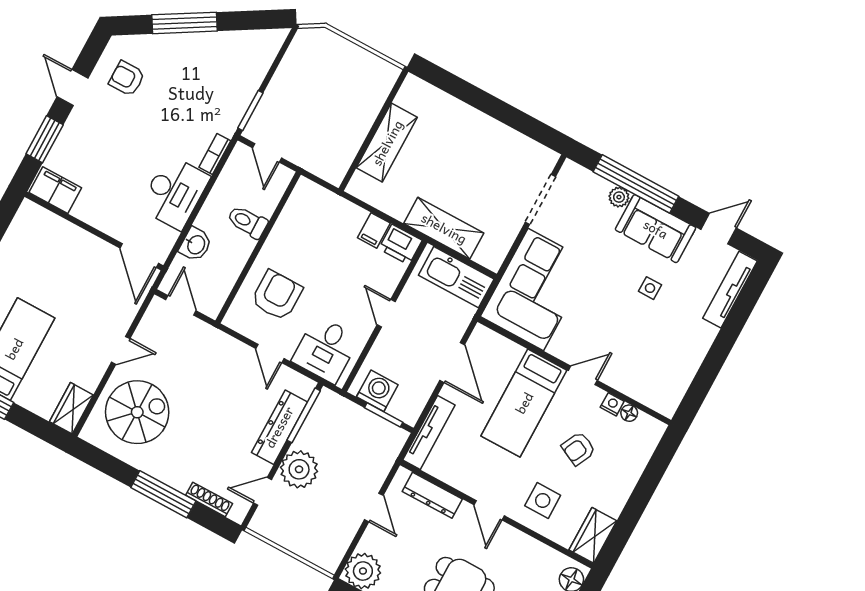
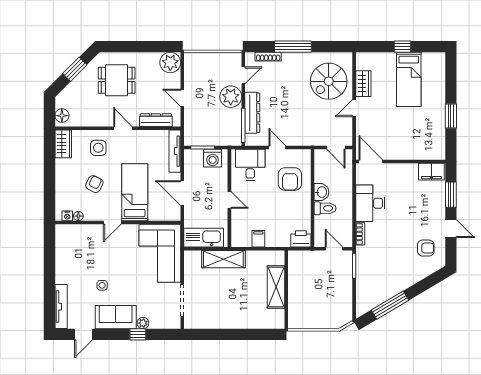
window: (184, 23) -> (390, 305), moved
window: (636, 184) -> (138, 334), width x0.32
washbasin: (196, 244) -> (321, 192), moved, turned 180
printer: (400, 245) -> (301, 239), moved
nightstand: (612, 404) -> (67, 216), moved
wardrobe: (71, 408) -> (363, 84), moved

